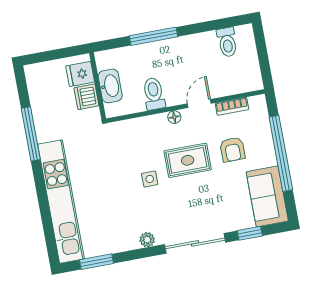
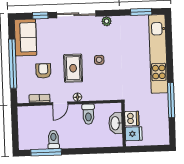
window: (153, 36) -> (46, 152), moved
toilet: (227, 42) -> (53, 140), moved
rug: (188, 160) -> (73, 68), turned 90

